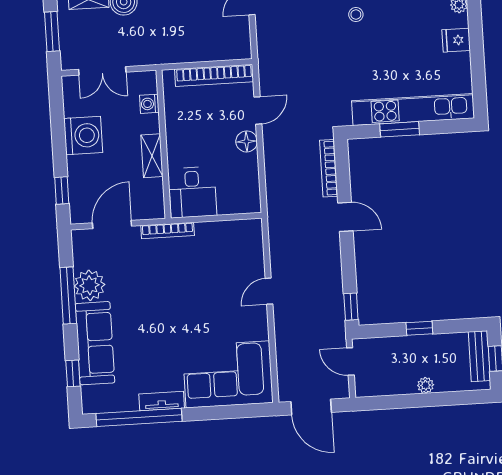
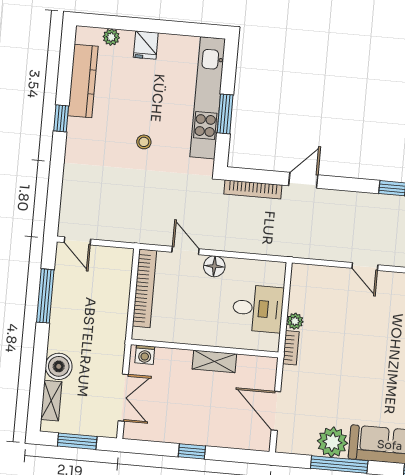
stool: (356, 15) -> (144, 142), moved
washing machine: (149, 104) -> (145, 355), moved
washing machine: (83, 136) -> (184, 426), removed
window: (62, 190) -> (192, 451), moved
desk: (192, 192) -> (258, 308), moved
bookcase: (168, 230) -> (291, 348), width x0.64
plant: (204, 230) -> (295, 321), added

